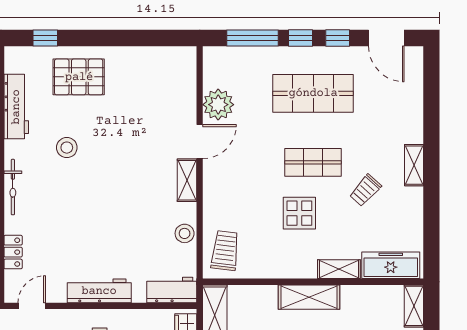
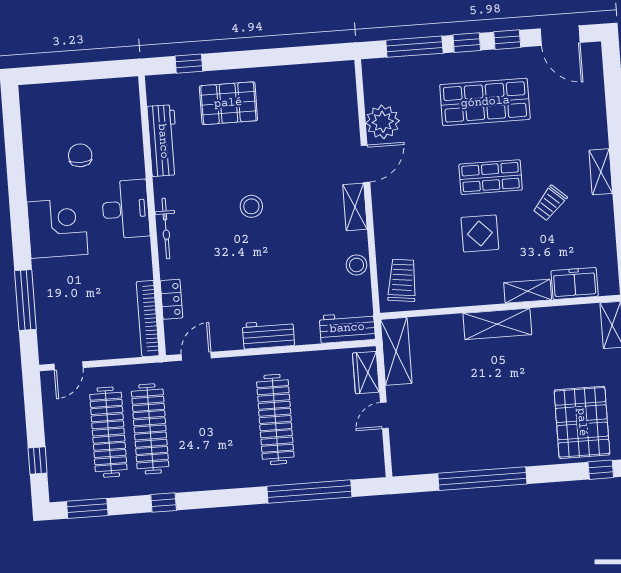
stool: (67, 148) -> (251, 206), moved
freezer: (391, 265) -> (575, 283), width x0.71
workbench: (99, 291) -> (268, 334), width x0.73

